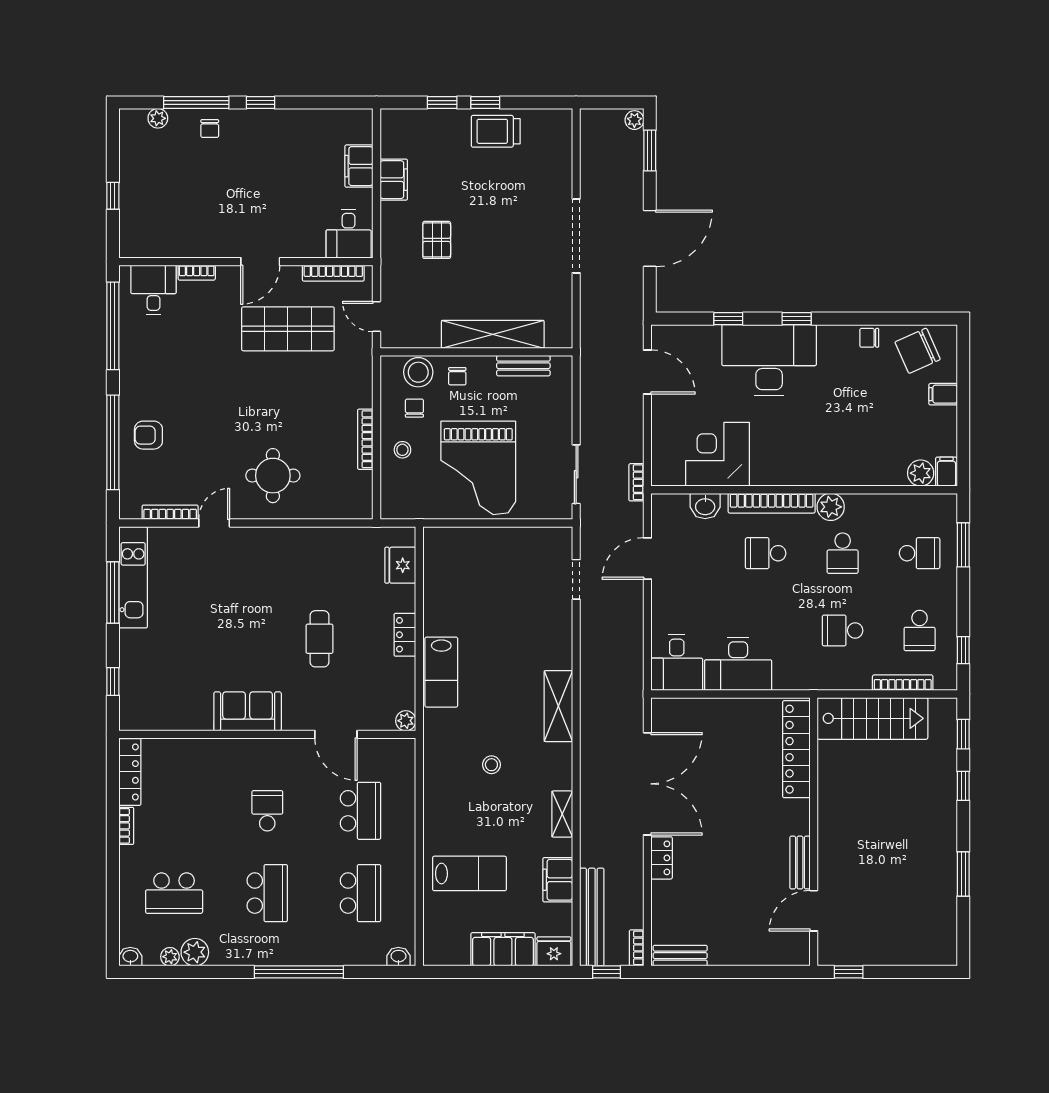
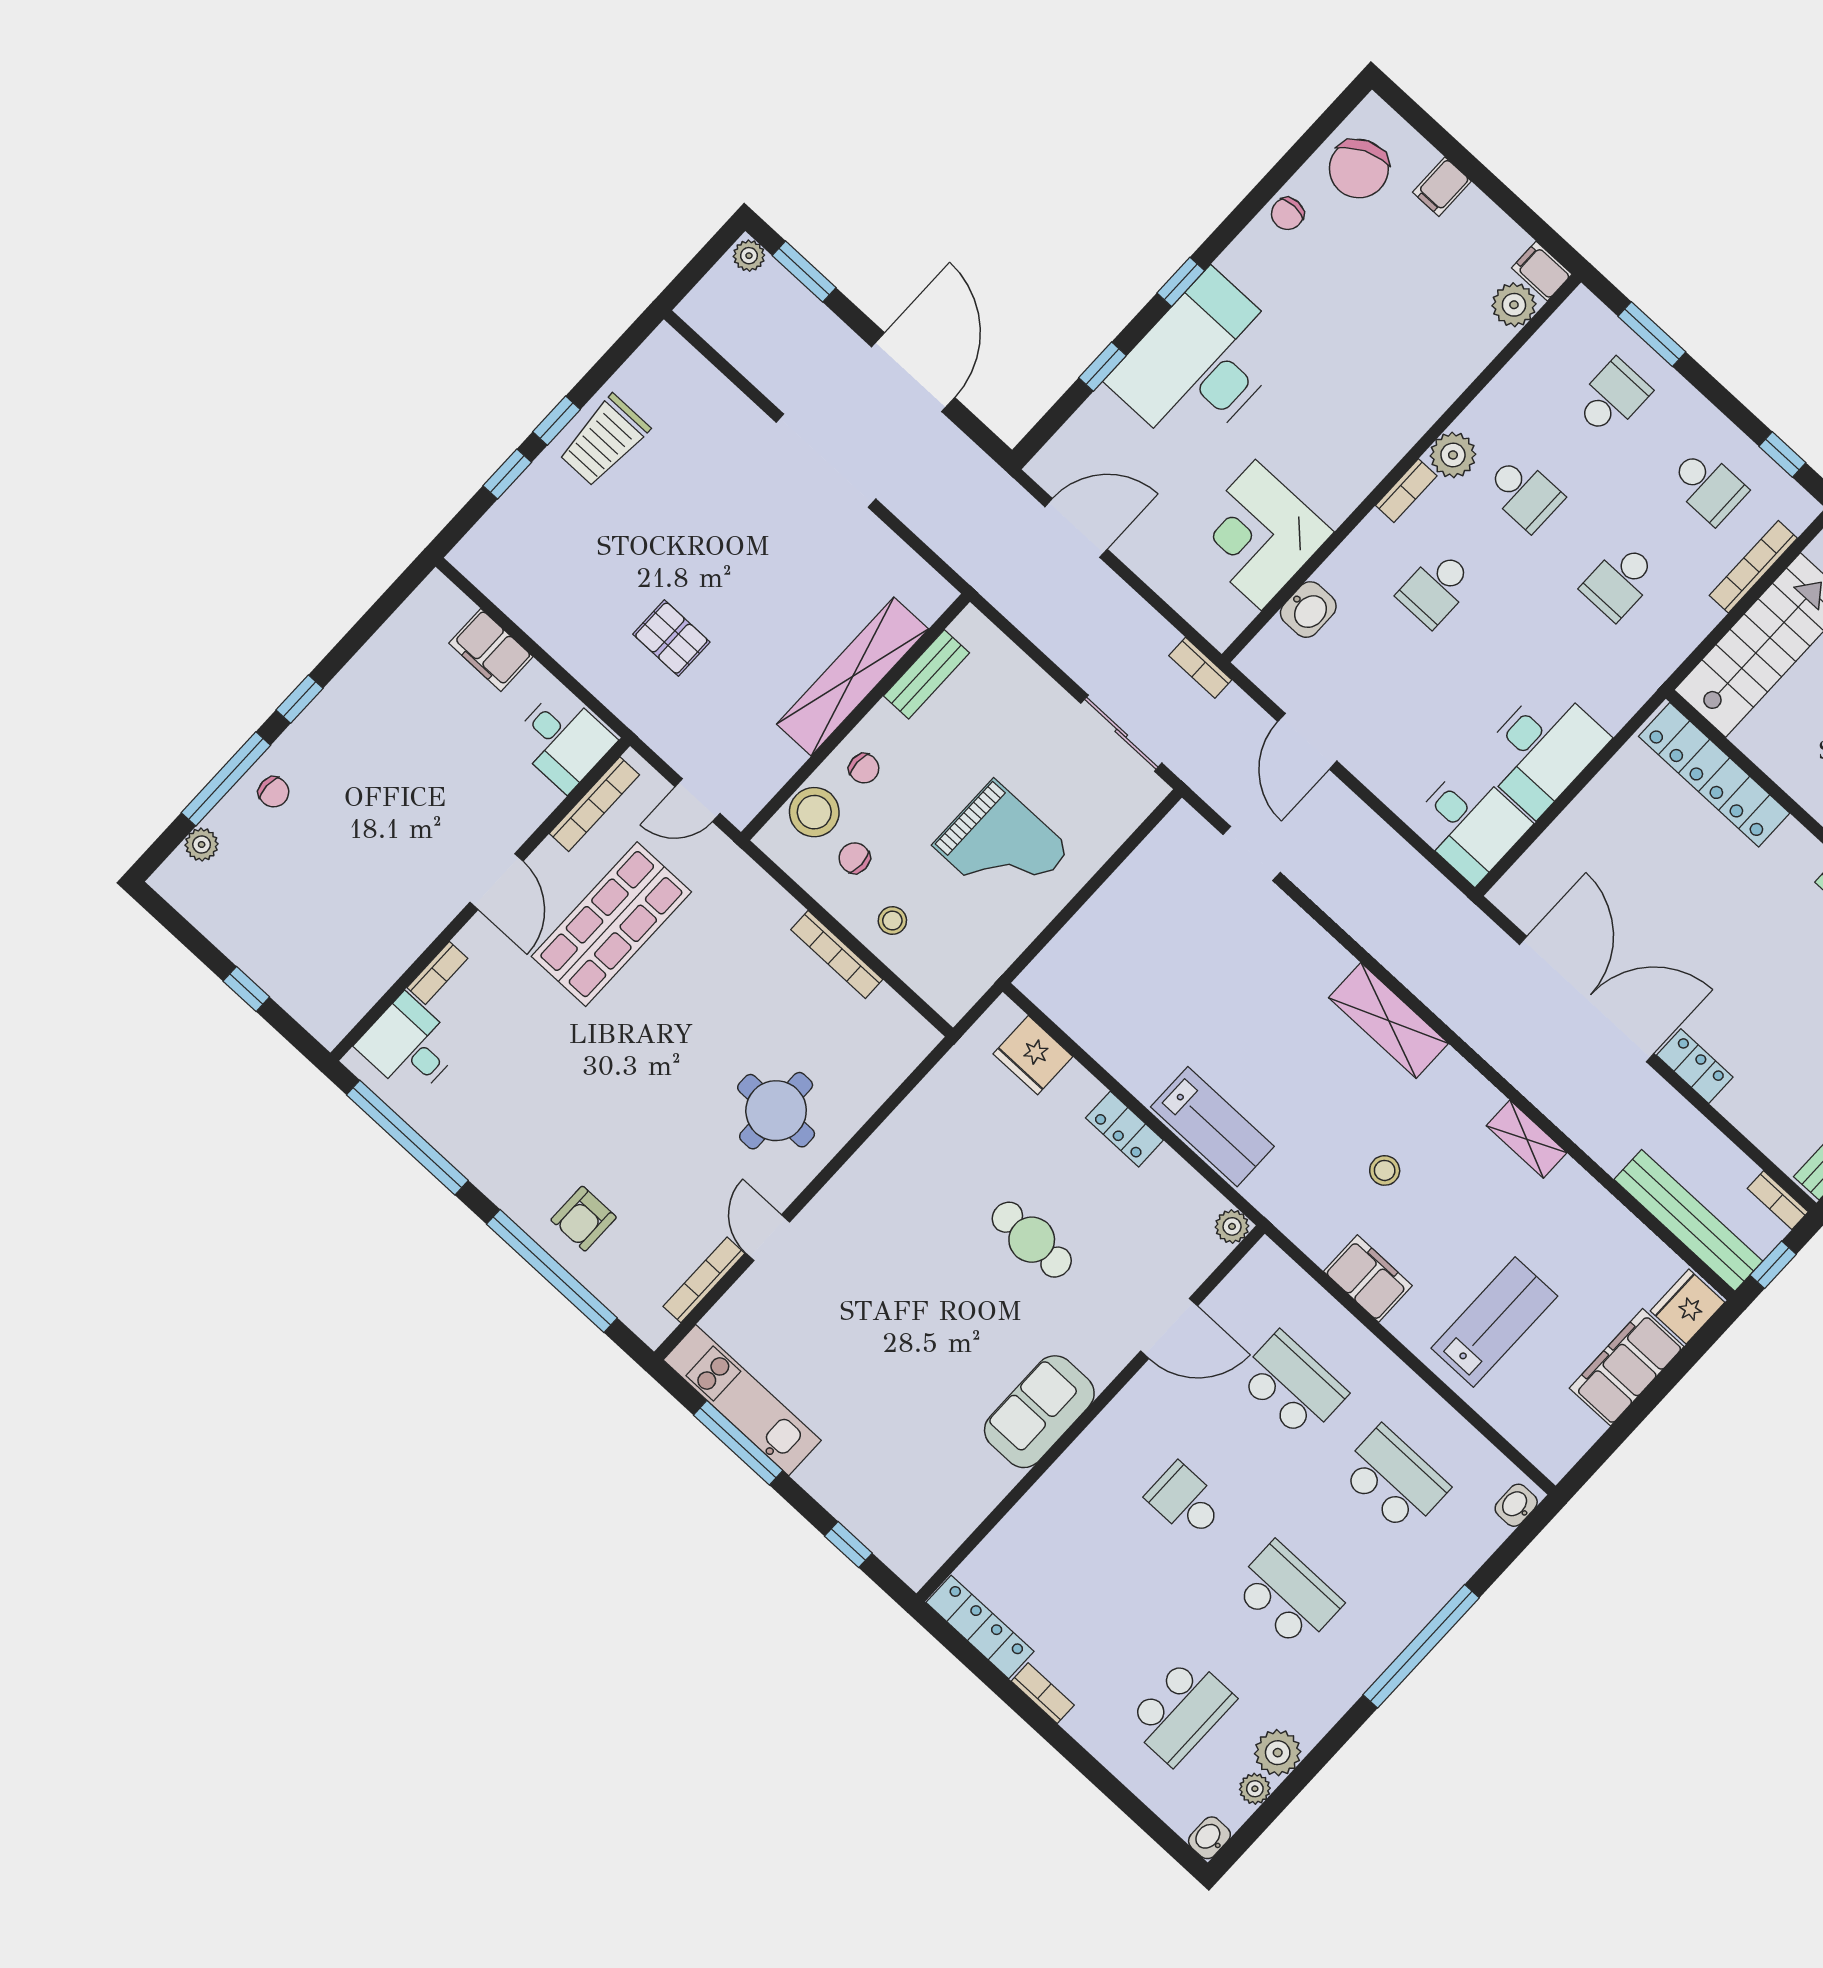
filing cabinet: (394, 180) -> (548, 622), removed
grand piano: (478, 468) -> (1002, 847), width x0.73, depth x0.68
bookcase: (772, 503) -> (1406, 491), width x0.43, depth x0.76
filing cabinet: (558, 880) -> (1368, 1278), moved, turned 180

